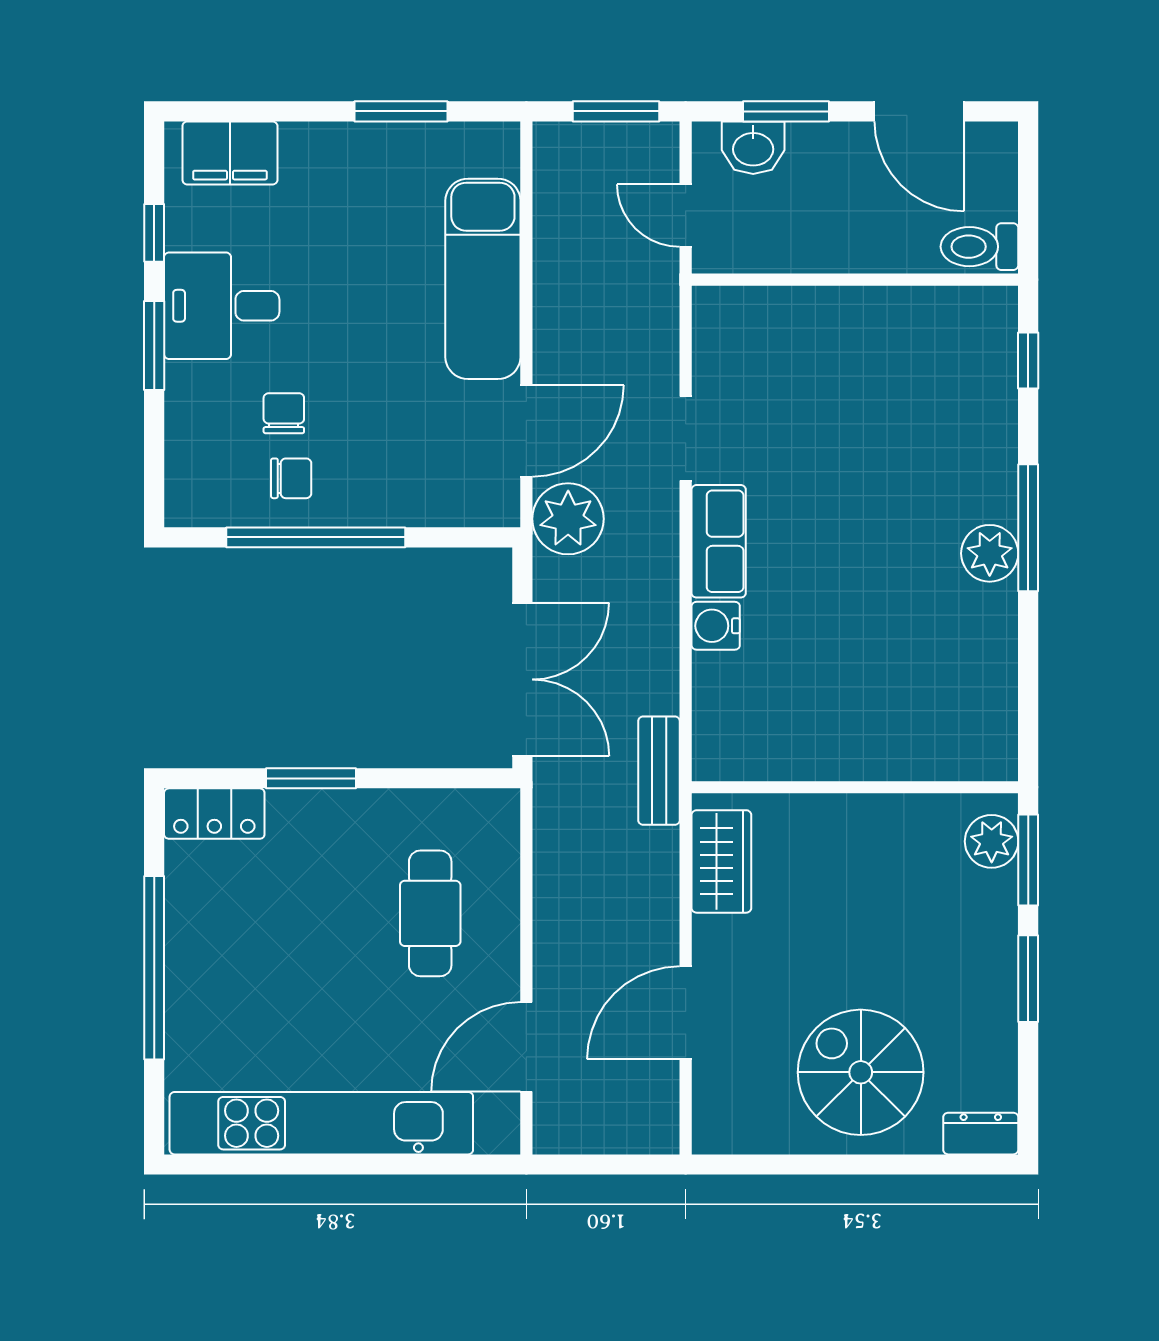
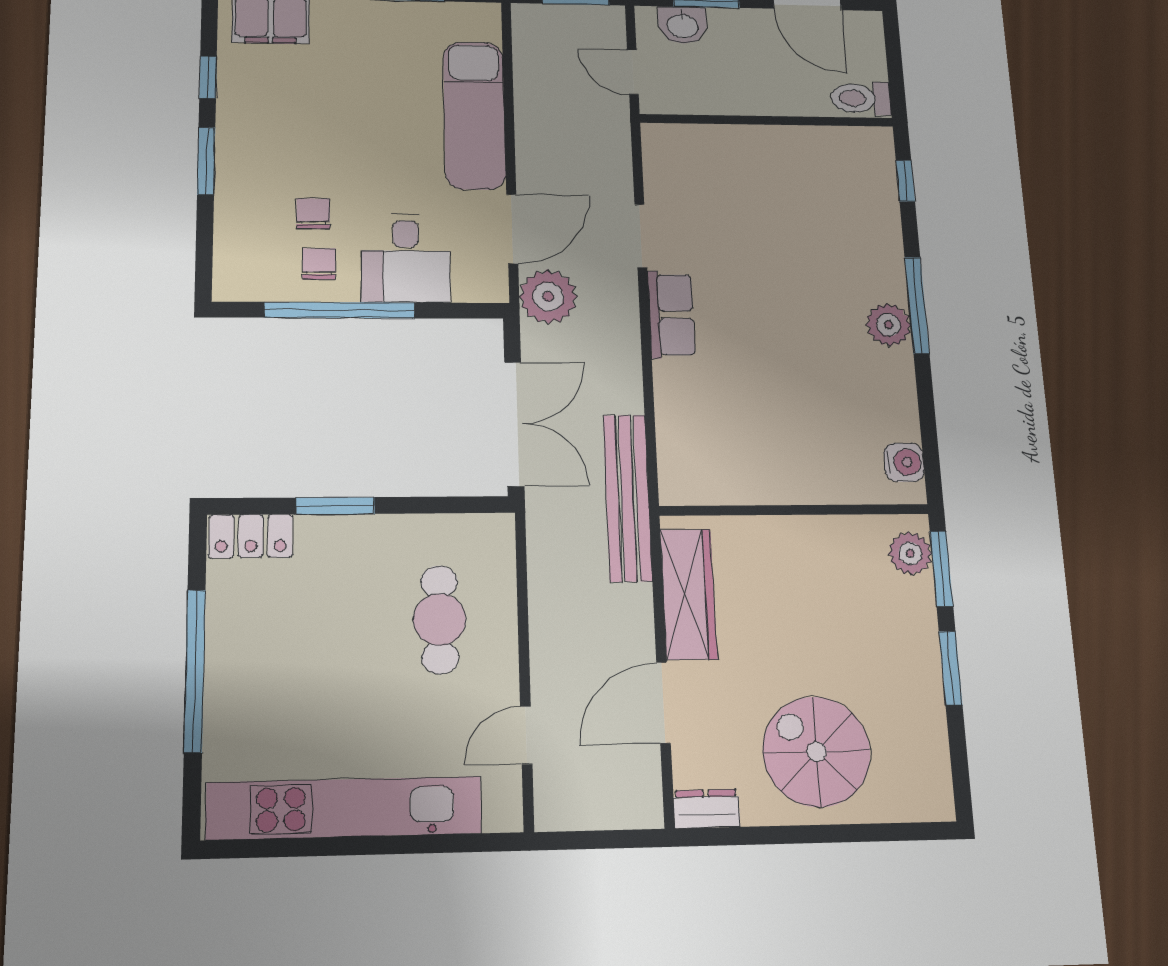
desk: (222, 306) -> (406, 258), moved, turned -90
chair: (291, 478) -> (319, 264), turned -90
water cooler: (716, 626) -> (904, 462), moved, turned 180
bench: (659, 771) -> (628, 498), width x1.86, depth x1.21
wardrobe: (721, 861) -> (688, 594), width x1.50
door: (526, 1047) -> (526, 735), width x0.73
dresser: (981, 1134) -> (707, 809), moved

